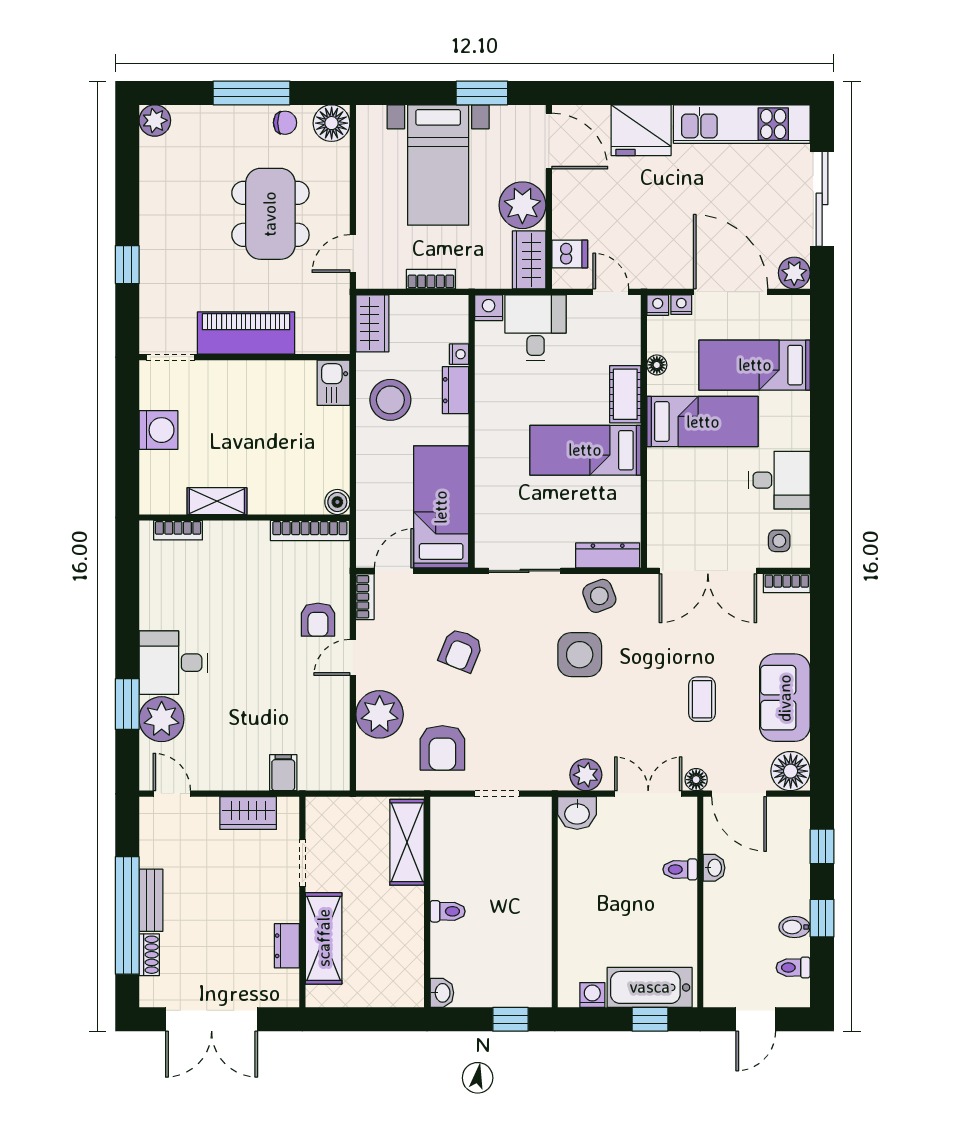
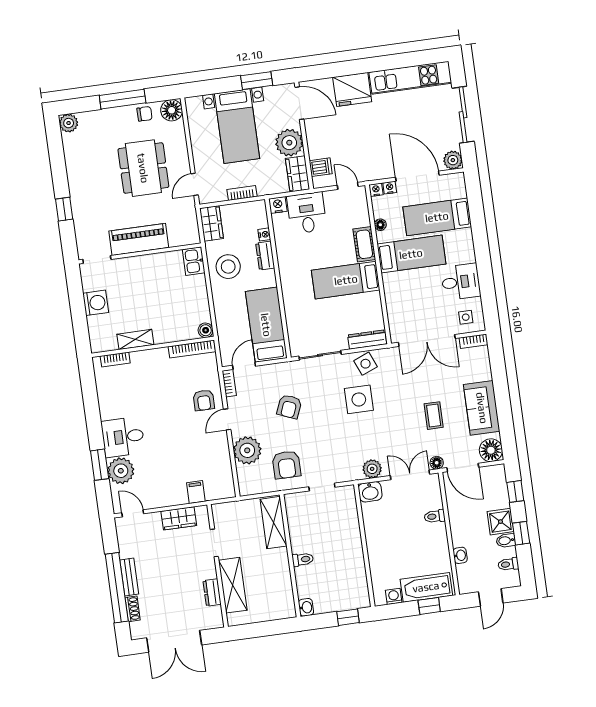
washbasin: (714, 868) -> (460, 555), moved
shower: (790, 894) -> (500, 522), added

